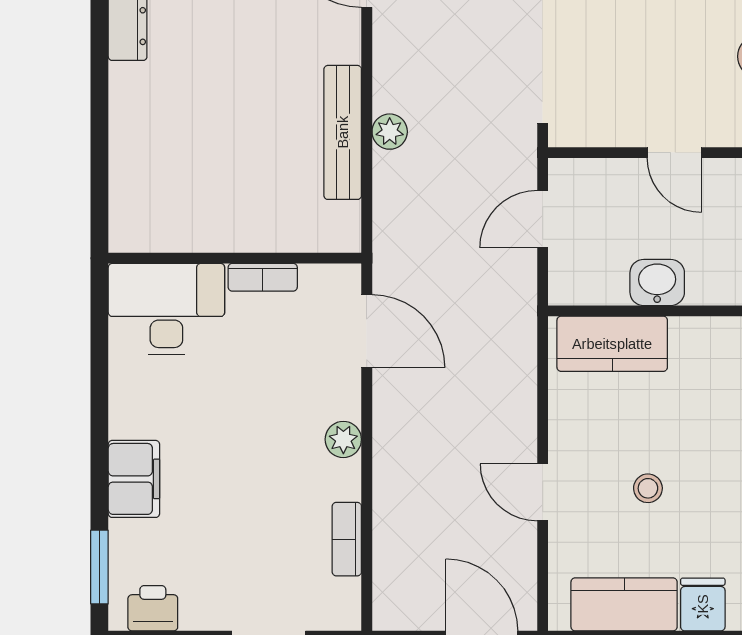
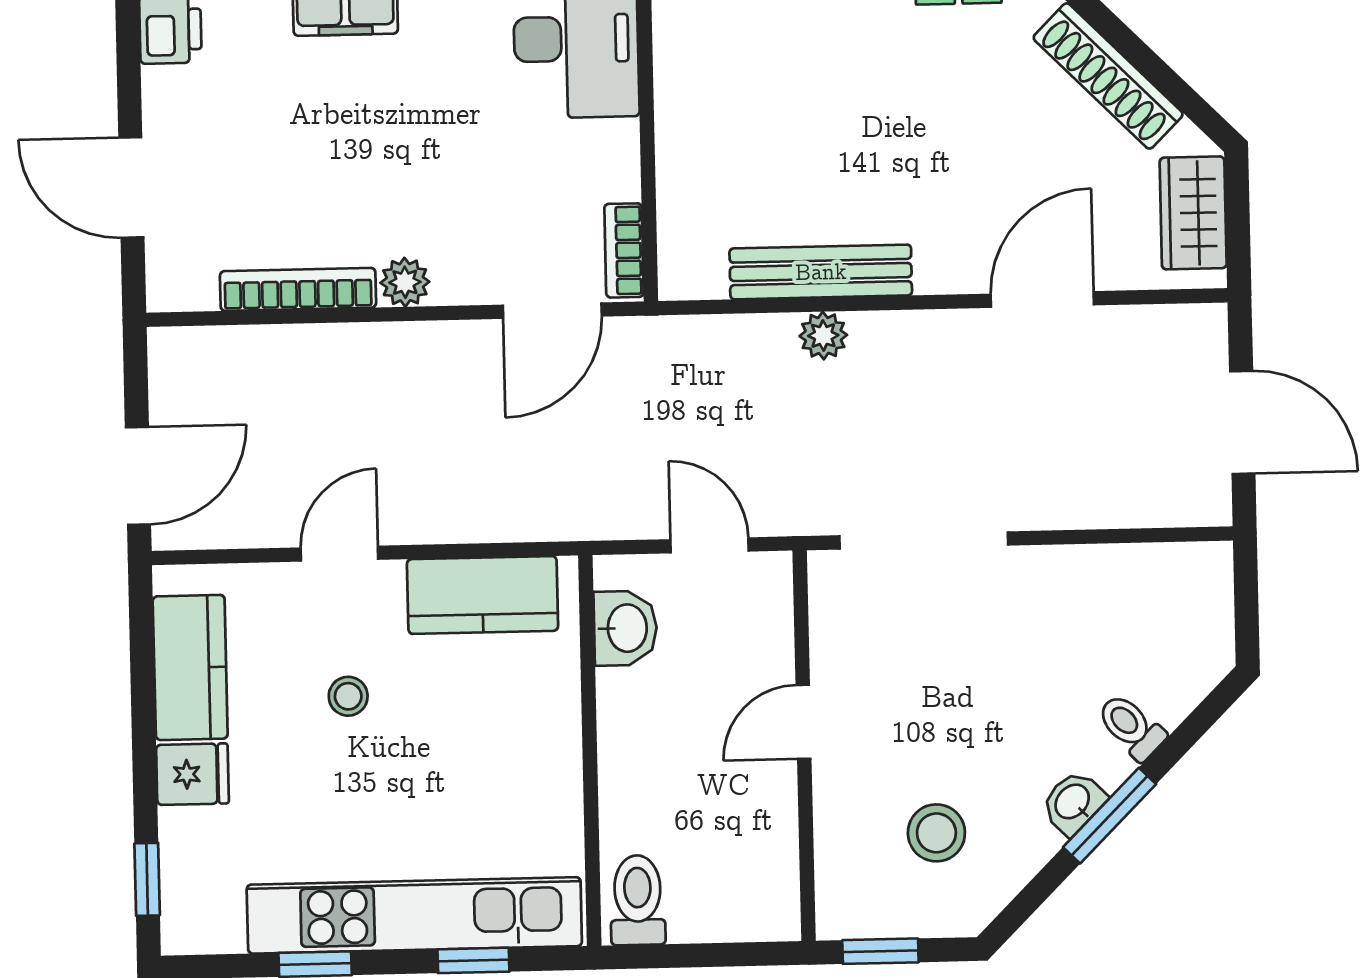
bookcase: (263, 277) -> (624, 250), moved
washbasin: (657, 283) -> (625, 628), moved
kitchen counter: (612, 344) -> (482, 595), moved, turned -90
bookcase: (347, 539) -> (298, 289), width x1.56

